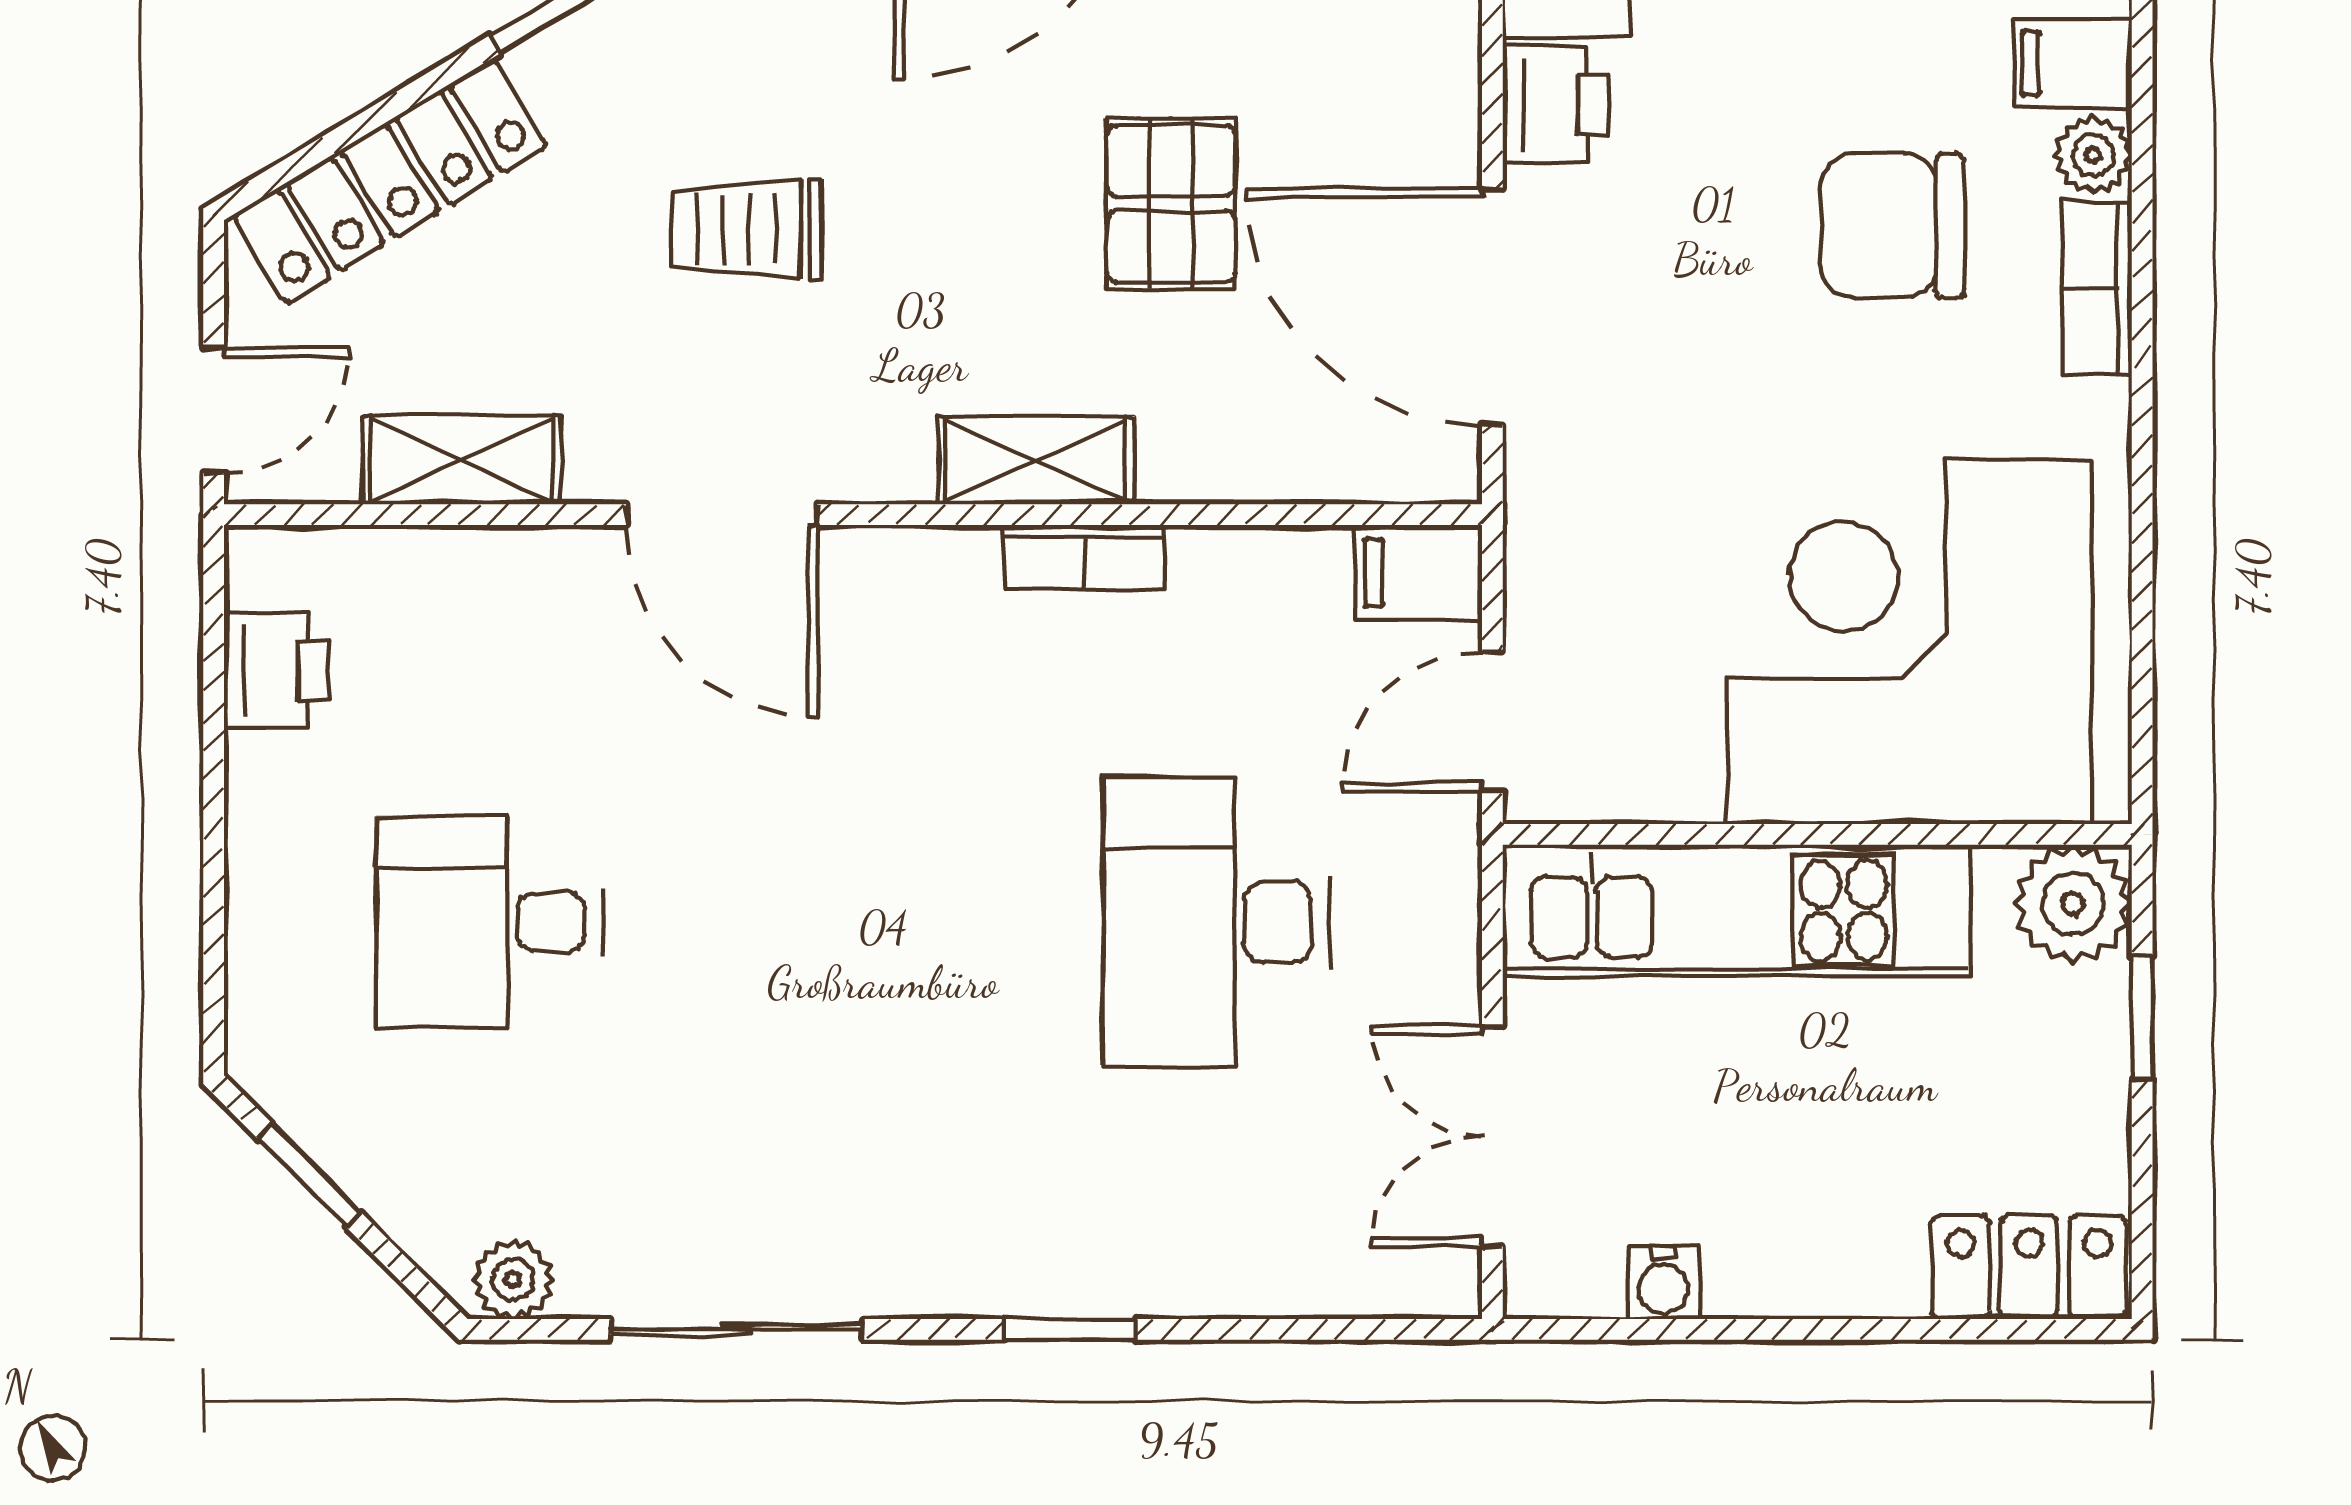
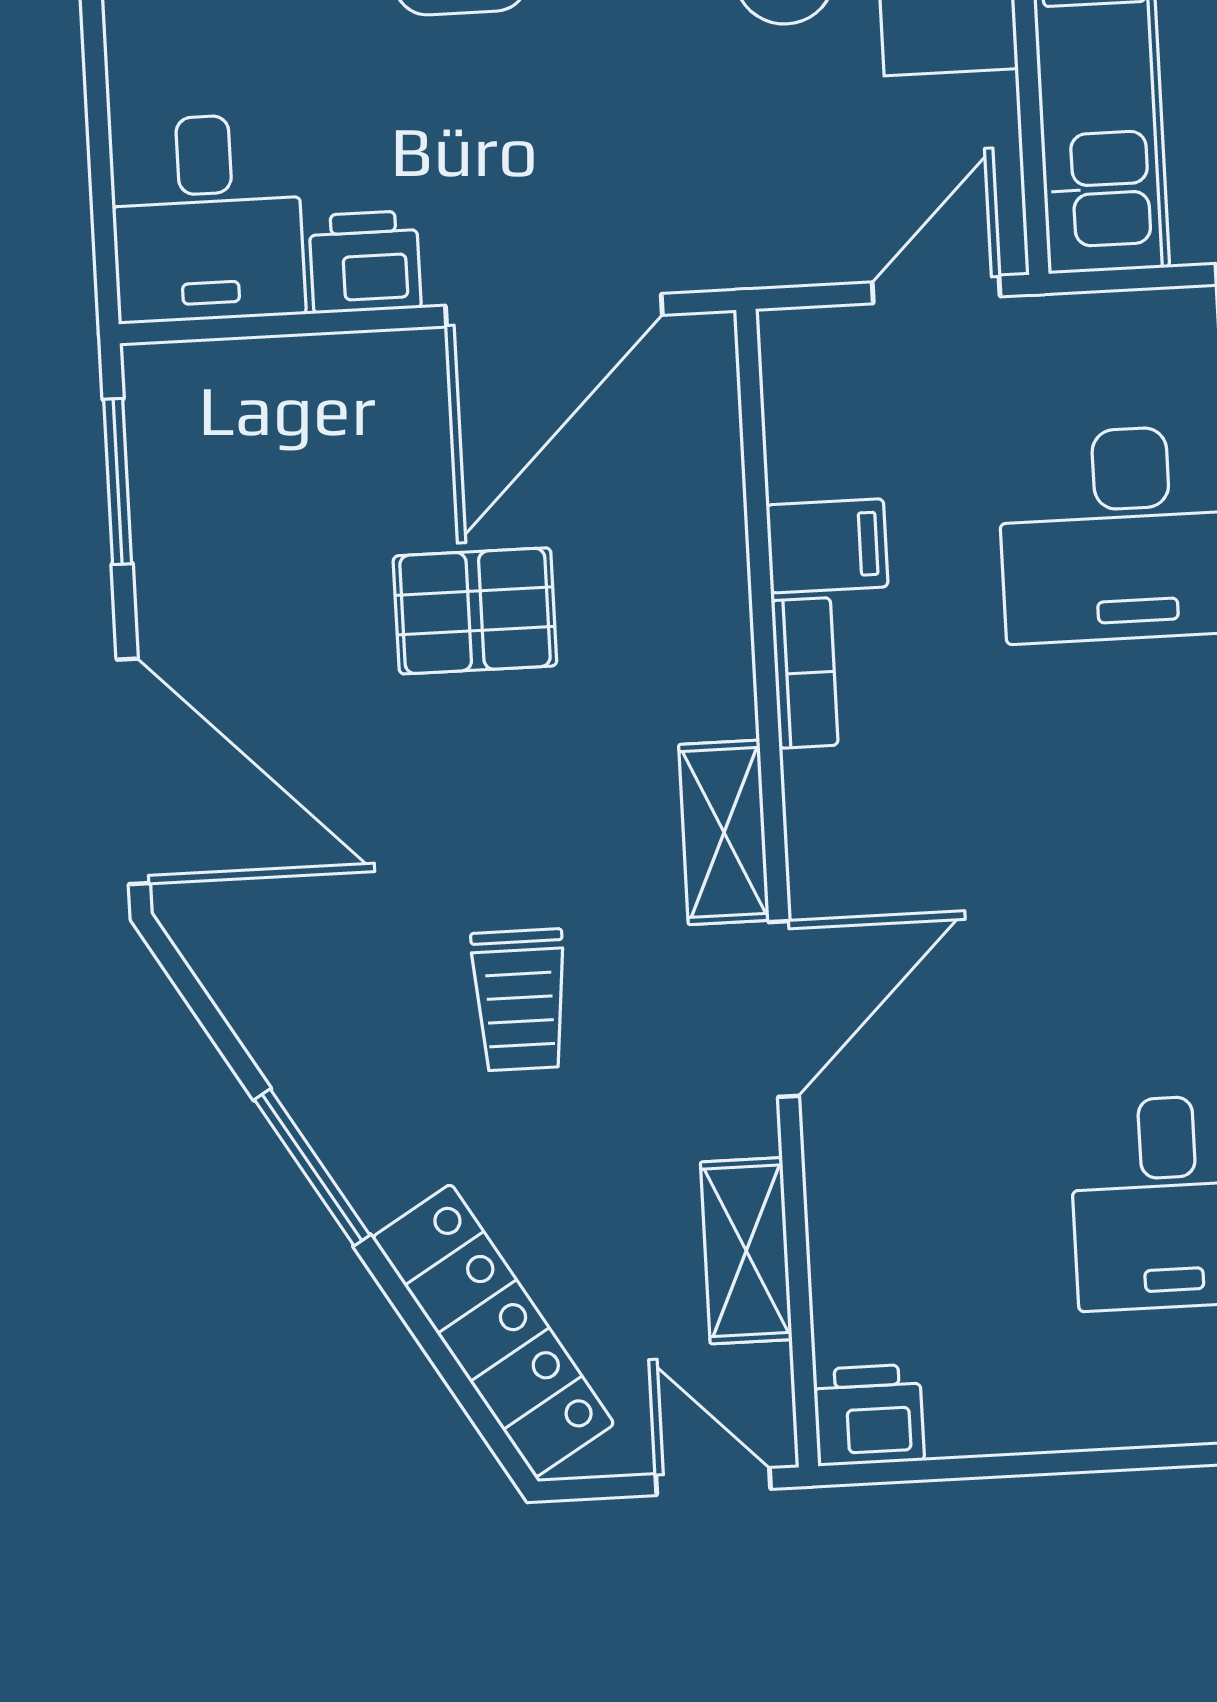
shelving: (1036, 460) -> (724, 832), moved
filing cabinet: (1418, 573) -> (827, 546), moved, turned -90
printer: (277, 670) -> (869, 1415), moved
door: (1492, 722) -> (936, 289), swing flipped

